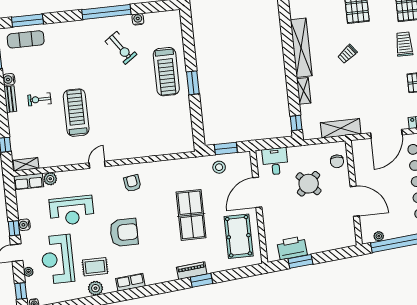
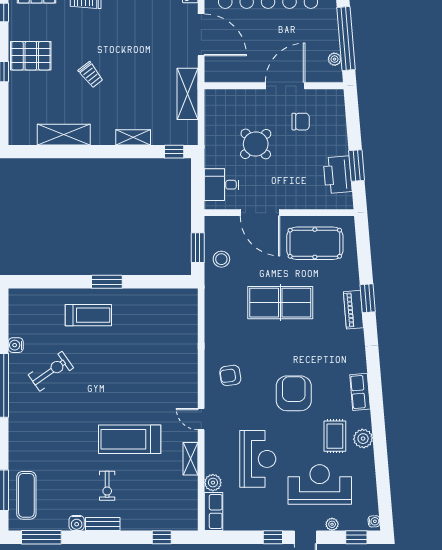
shelving: (301, 48) -> (64, 135), width x0.68
treadmill: (166, 72) -> (88, 315), width x0.73, depth x0.73
chair: (337, 161) -> (301, 122), moved
shelving: (26, 164) -> (190, 459), moved
water cooler: (24, 225) -> (270, 523), removed
reception desk: (57, 259) -> (320, 485), turned 180

